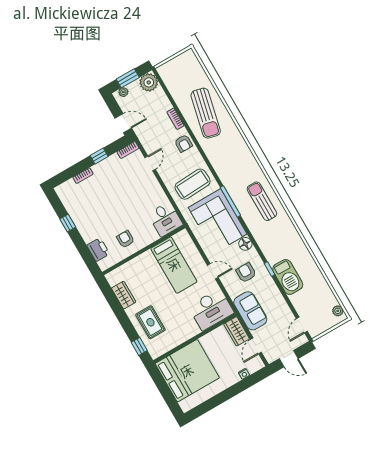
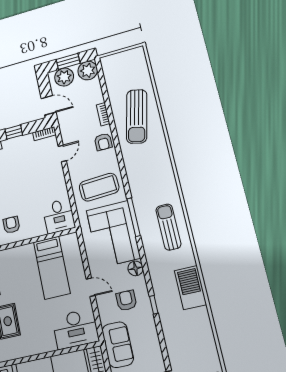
plant: (123, 92) -> (64, 77), width x1.88, depth x1.88
barbecue: (288, 277) -> (190, 288), moved, turned 180

